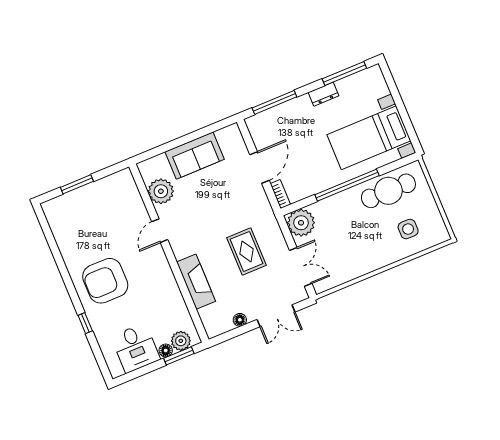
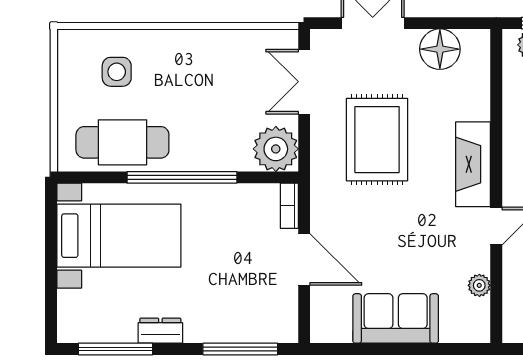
door: (260, 167) -> (304, 259), swing flipped
plant: (161, 191) -> (479, 285), width x0.53, depth x0.53
rug: (247, 251) -> (377, 140), width x1.36, depth x1.43
fireplace: (196, 282) -> (473, 164), moved
floor lamp: (240, 320) -> (440, 49), width x1.89, depth x1.89

